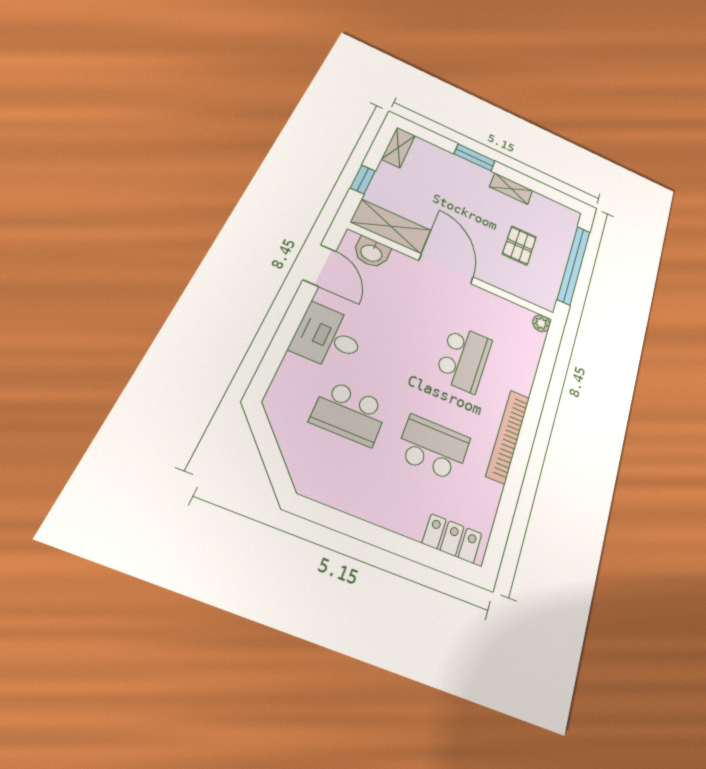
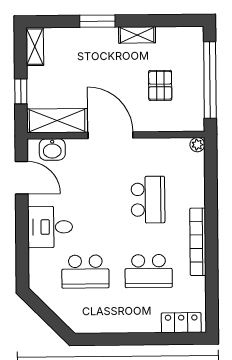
school desk: (433, 448) -> (149, 271), turned 180

